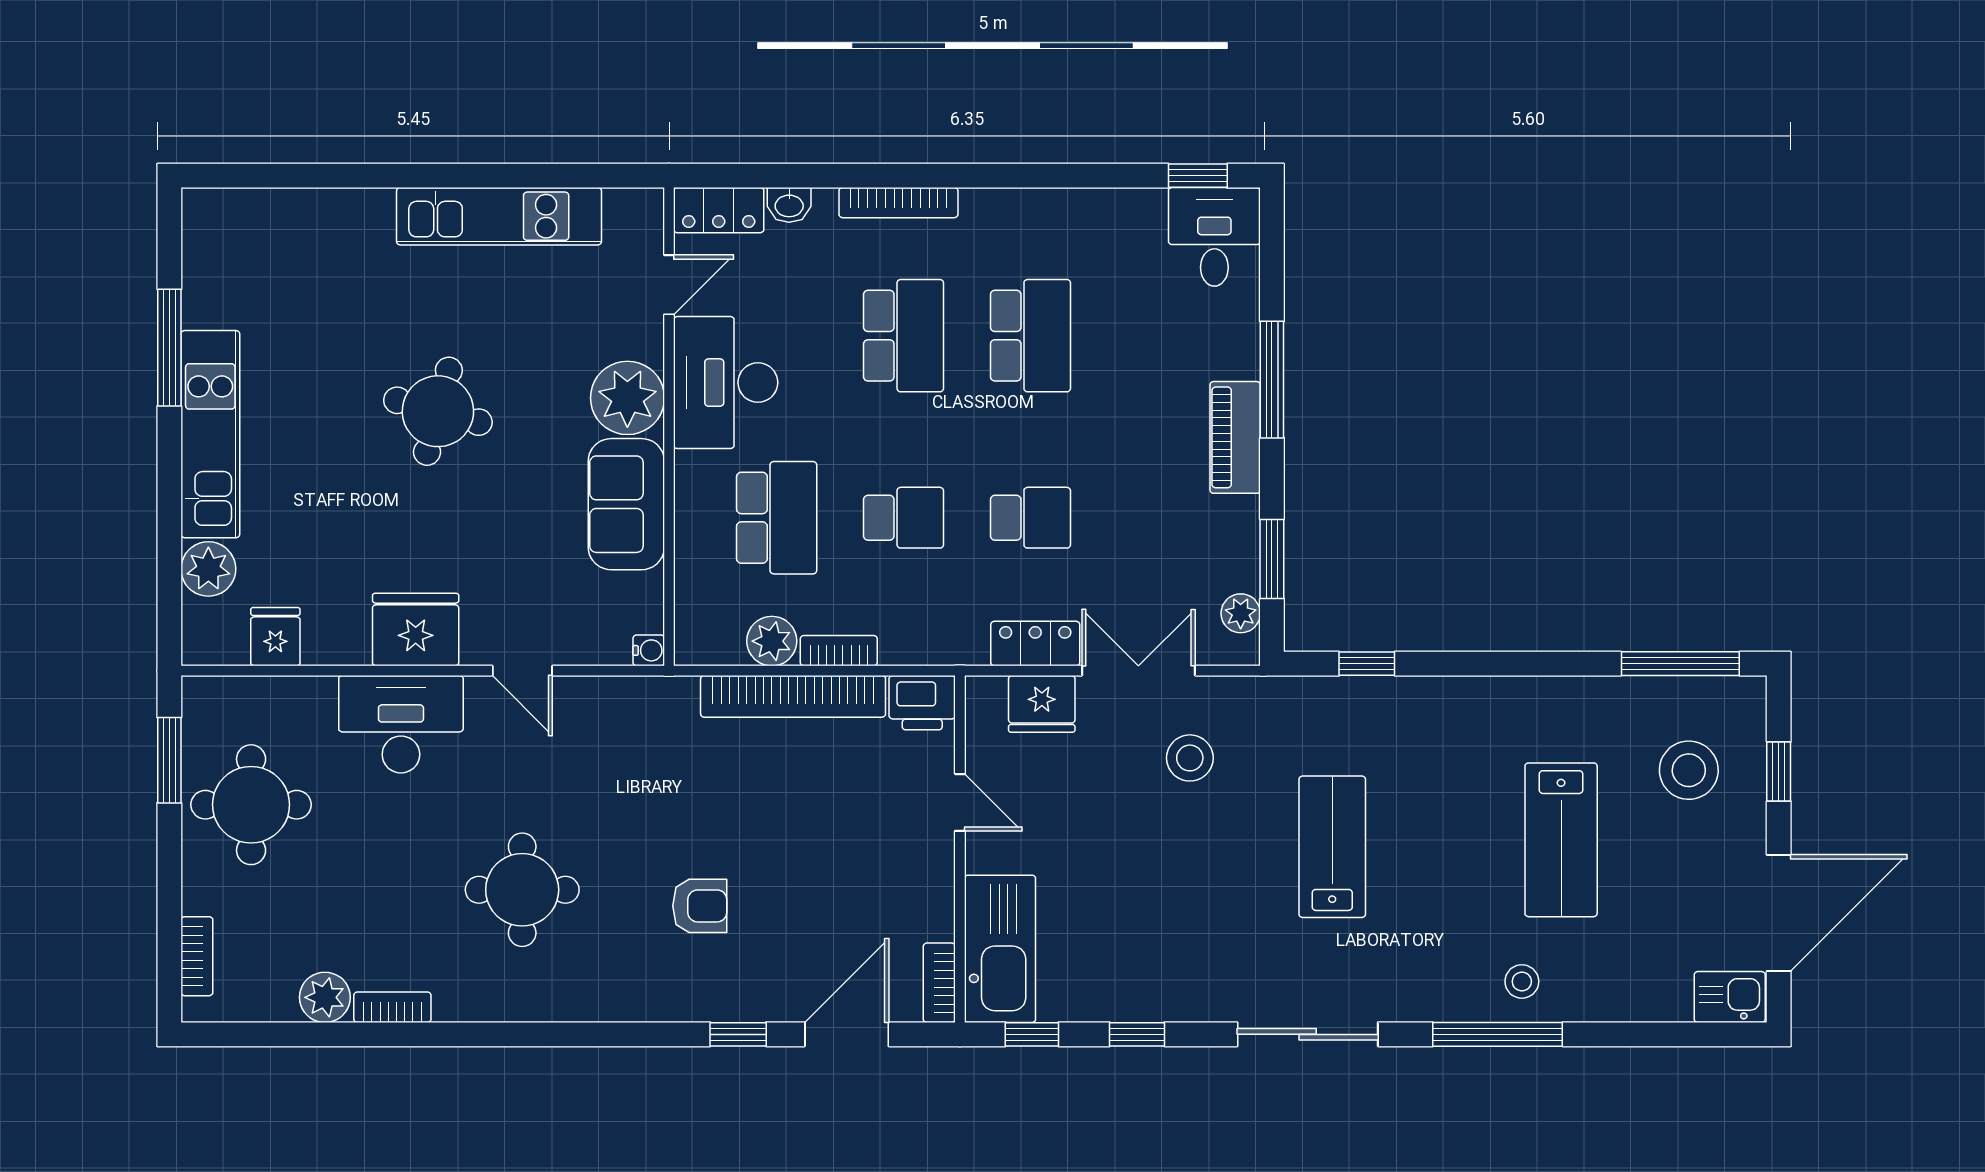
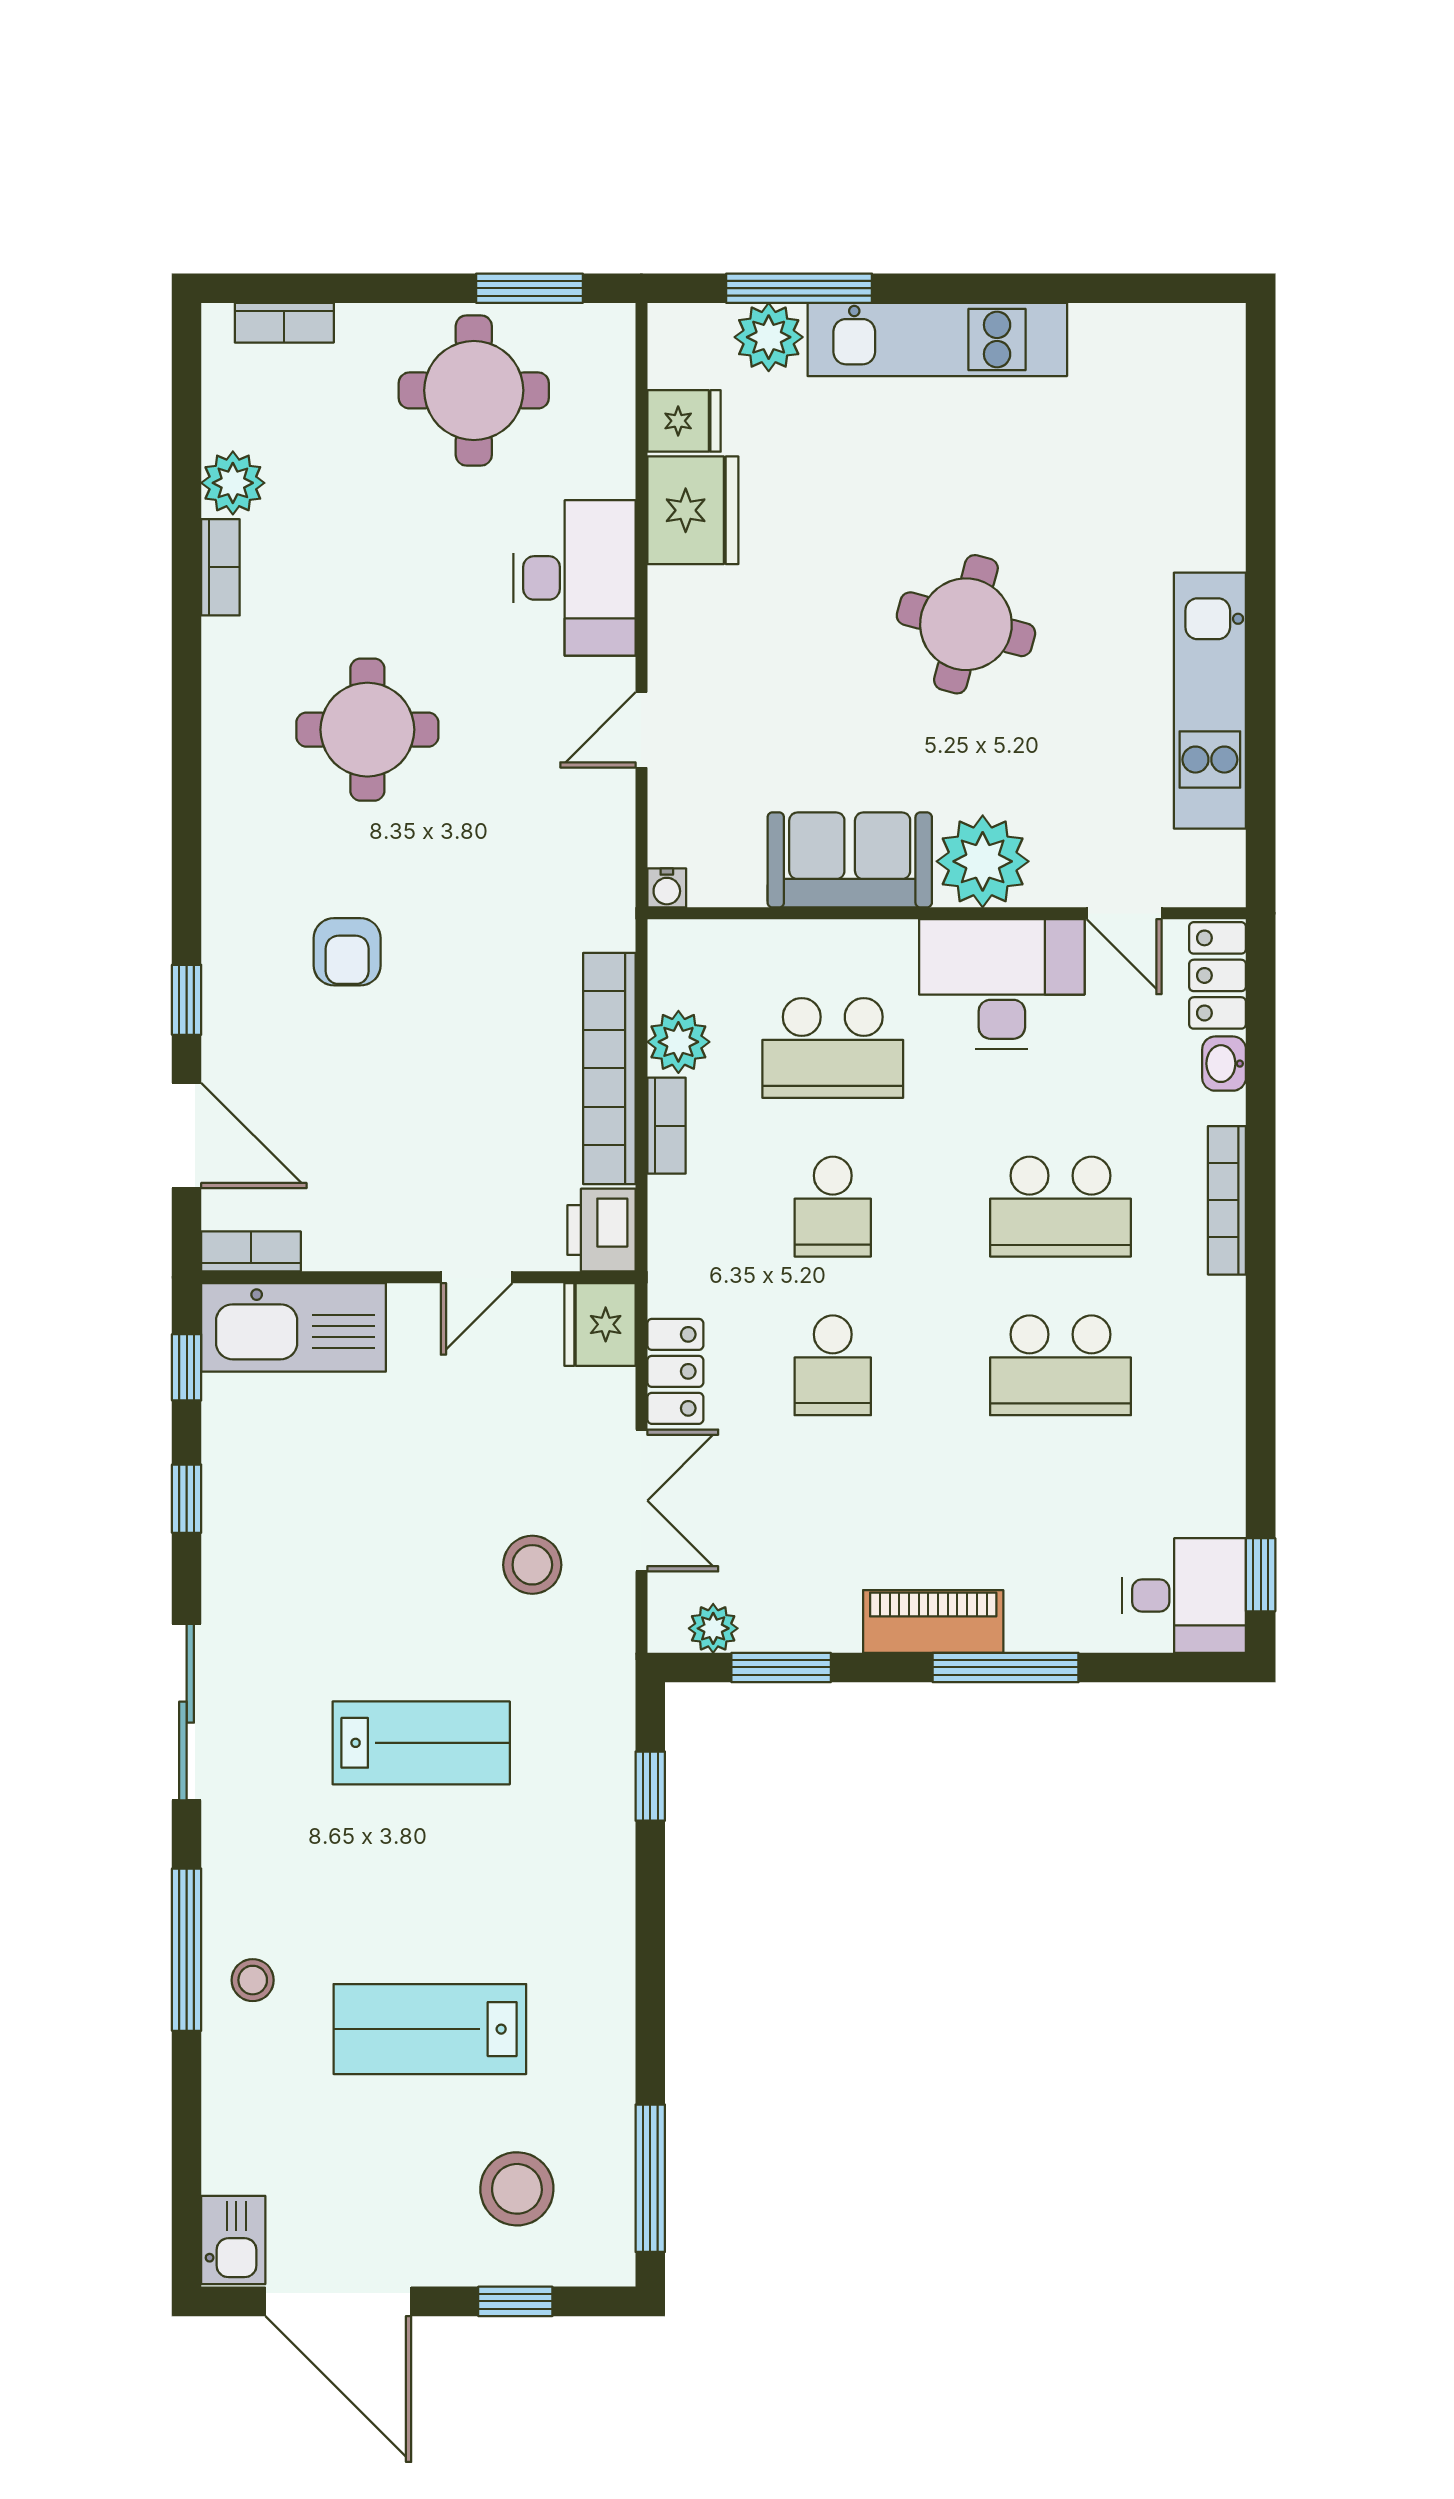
window: (169, 348) -> (799, 288), moved
fridge: (416, 630) -> (693, 510), moved
fridge: (1042, 704) -> (600, 1324), moved

